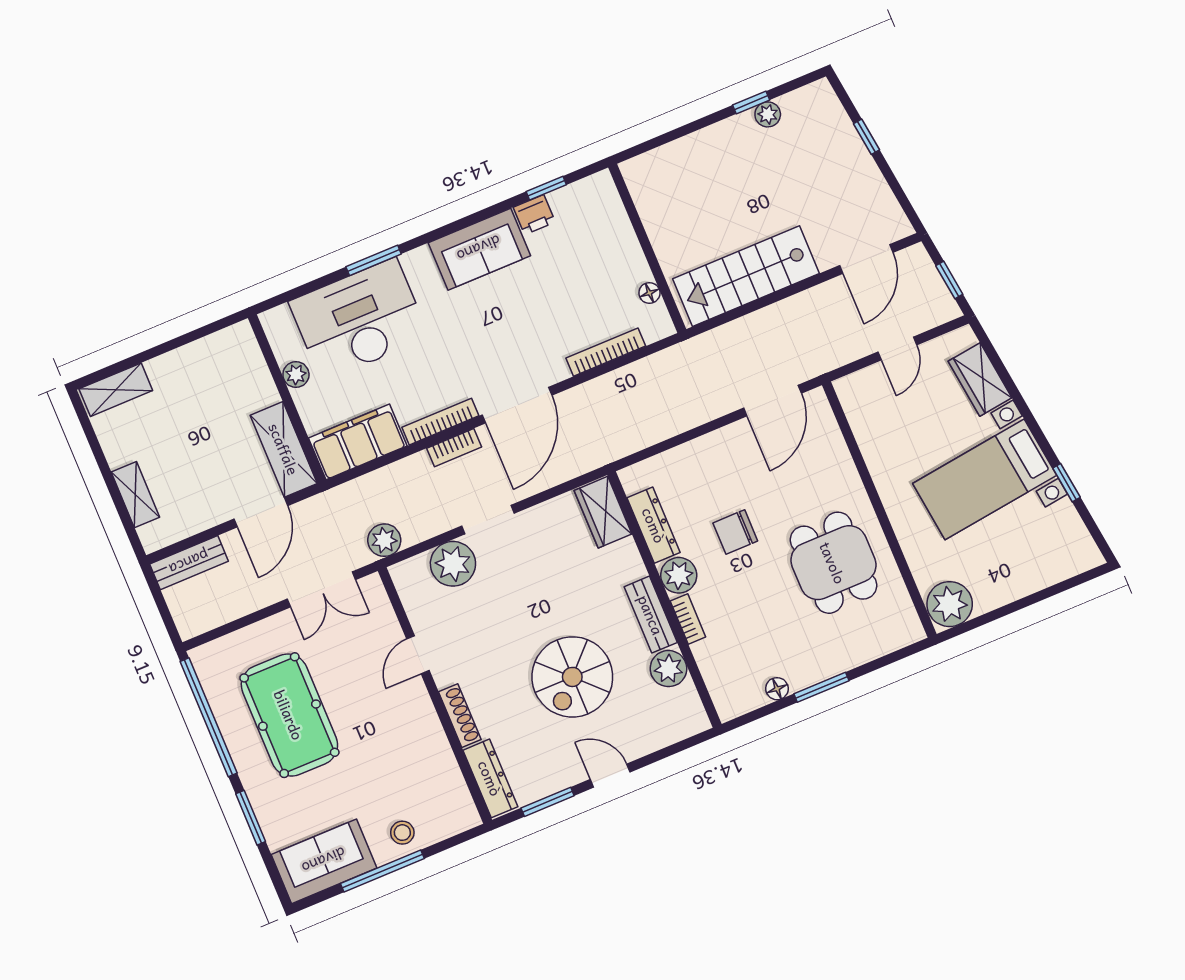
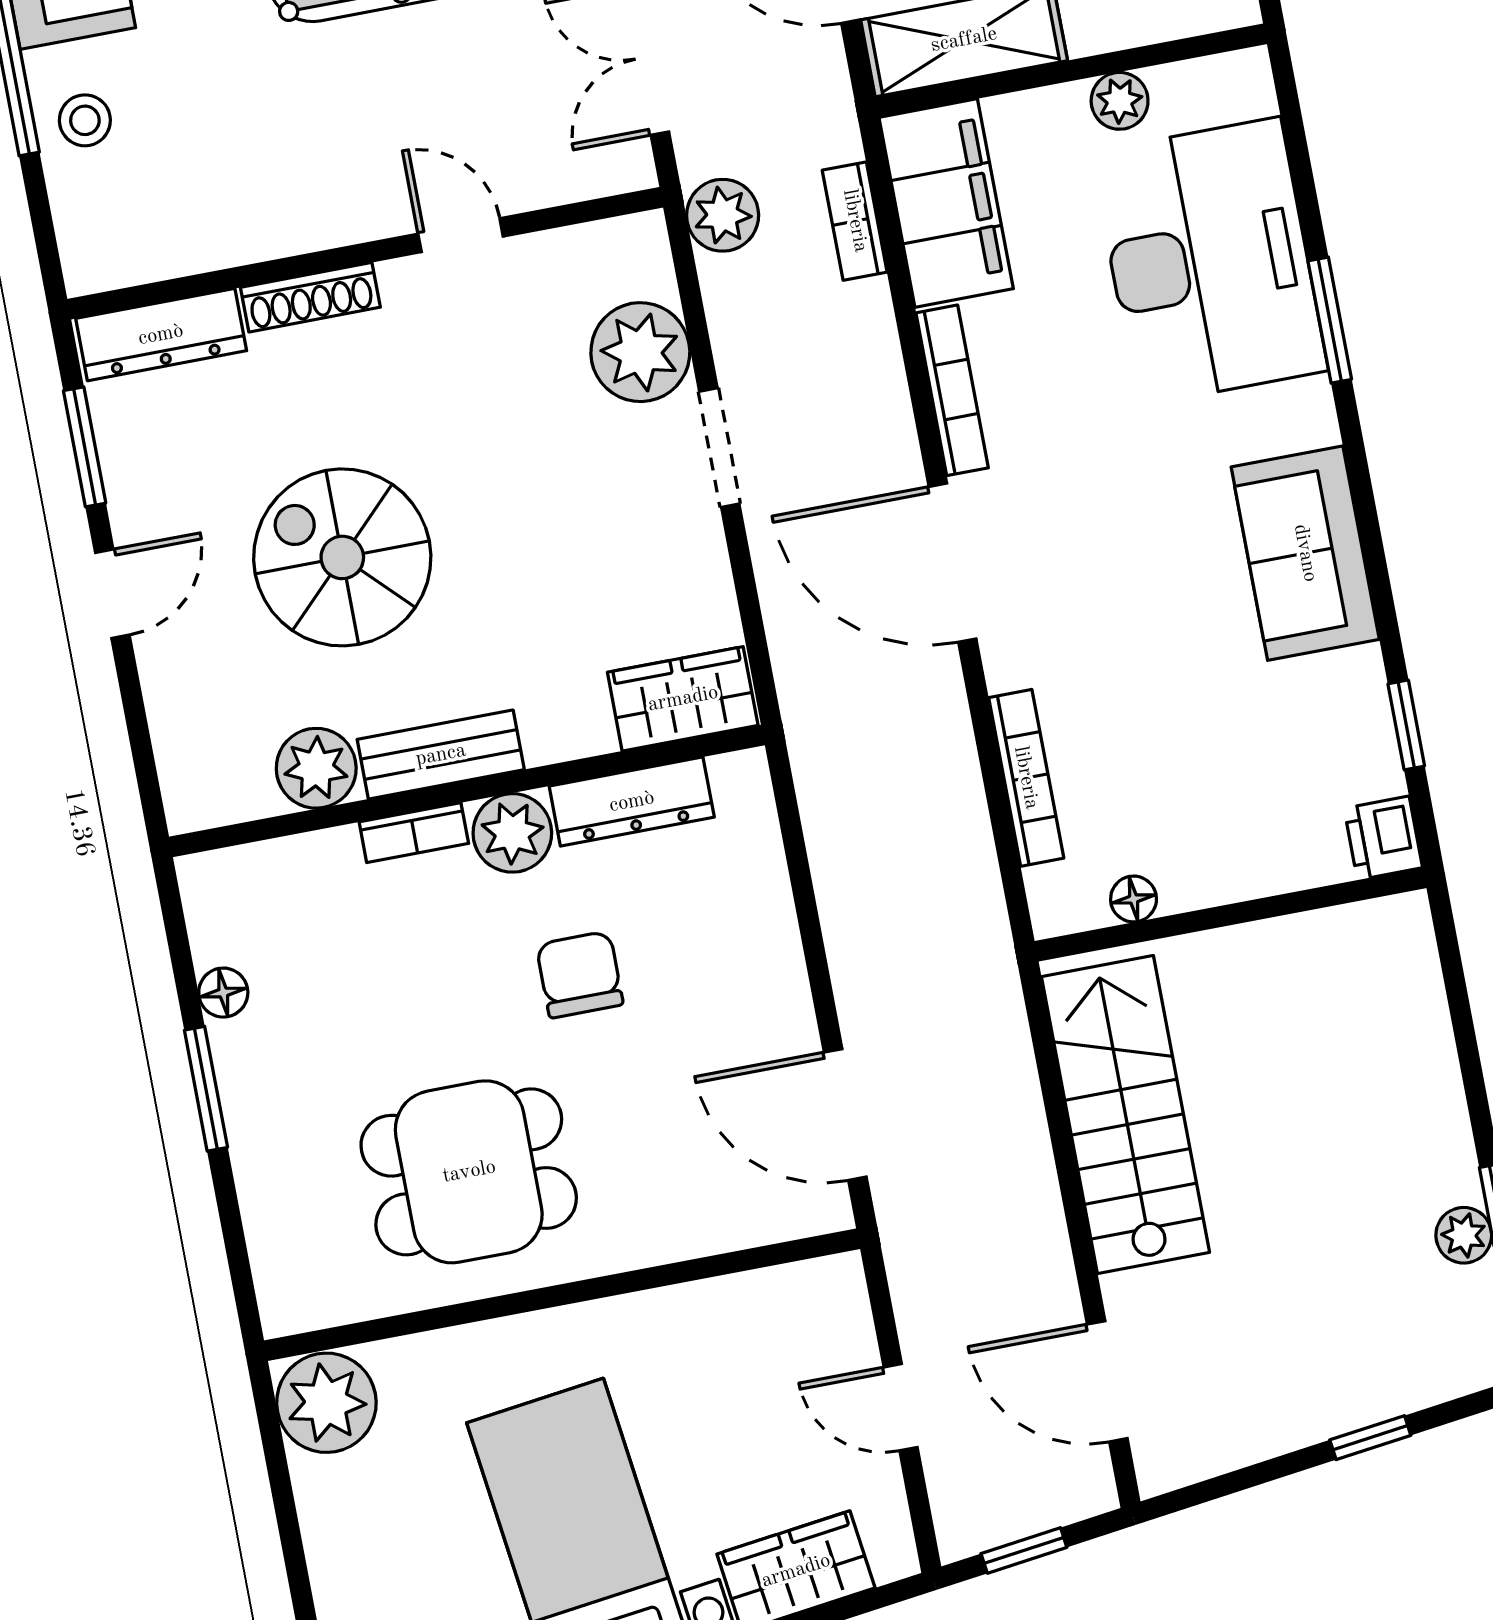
printer: (534, 215) -> (1383, 838), moved
bookcase: (454, 448) -> (855, 221), moved

